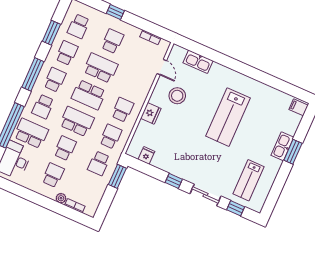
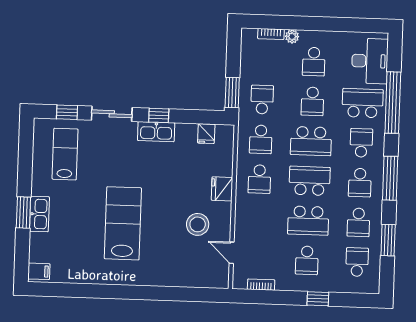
kitchen sink: (198, 62) -> (156, 132), moved, turned 180
school desk: (31, 133) -> (363, 103), turned 180

